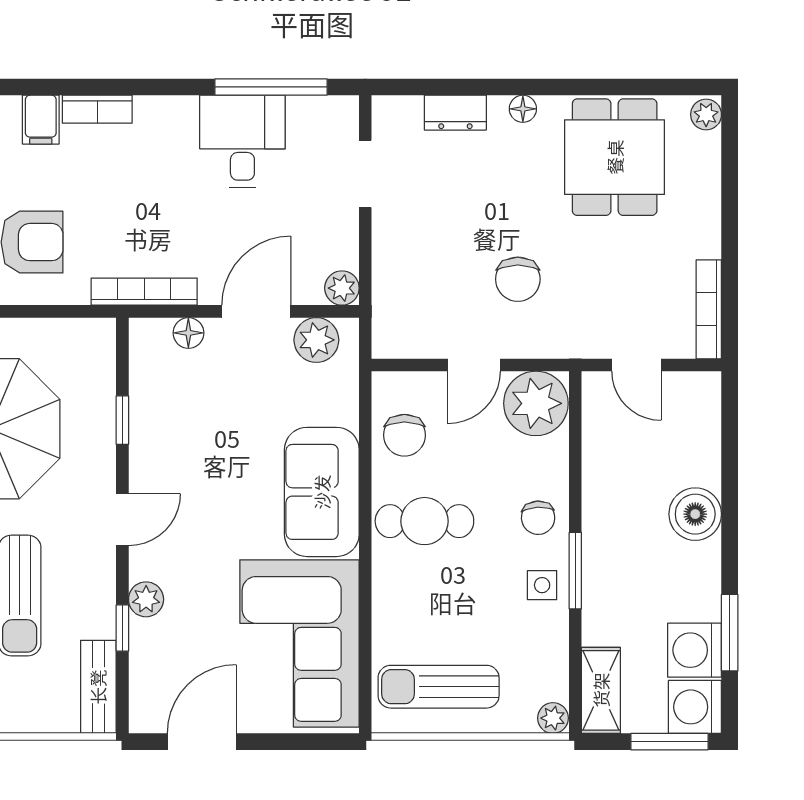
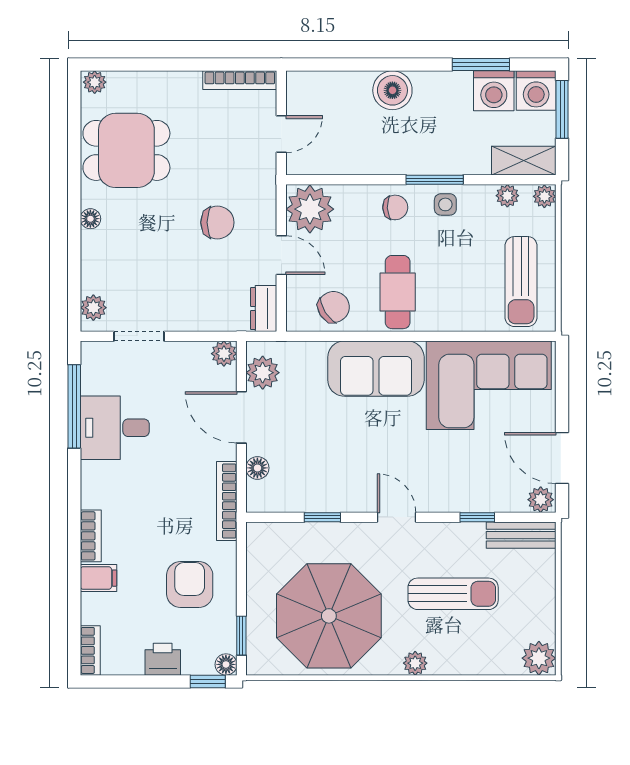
plant: (404, 113) -> (93, 308), added
dresser: (455, 113) -> (264, 309), moved, turned 180
chair: (404, 435) -> (334, 307), turned -32
plant: (146, 599) -> (541, 500), moved
plant: (554, 668) -> (507, 196), added

